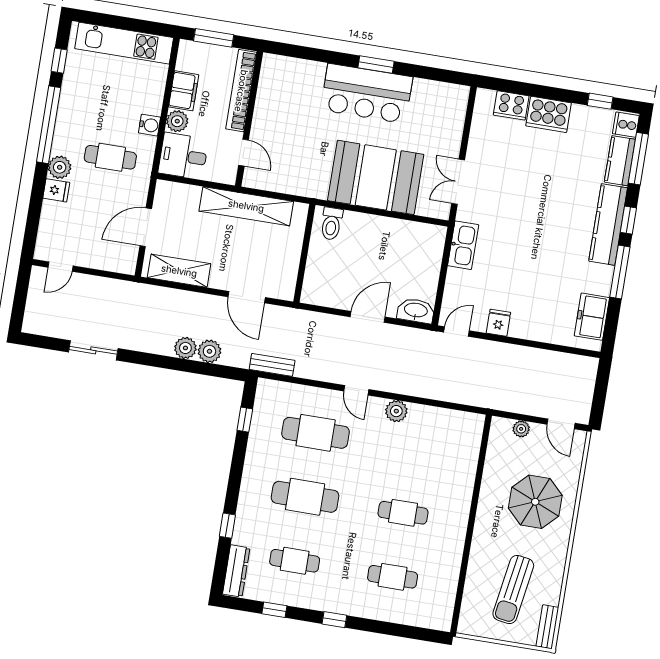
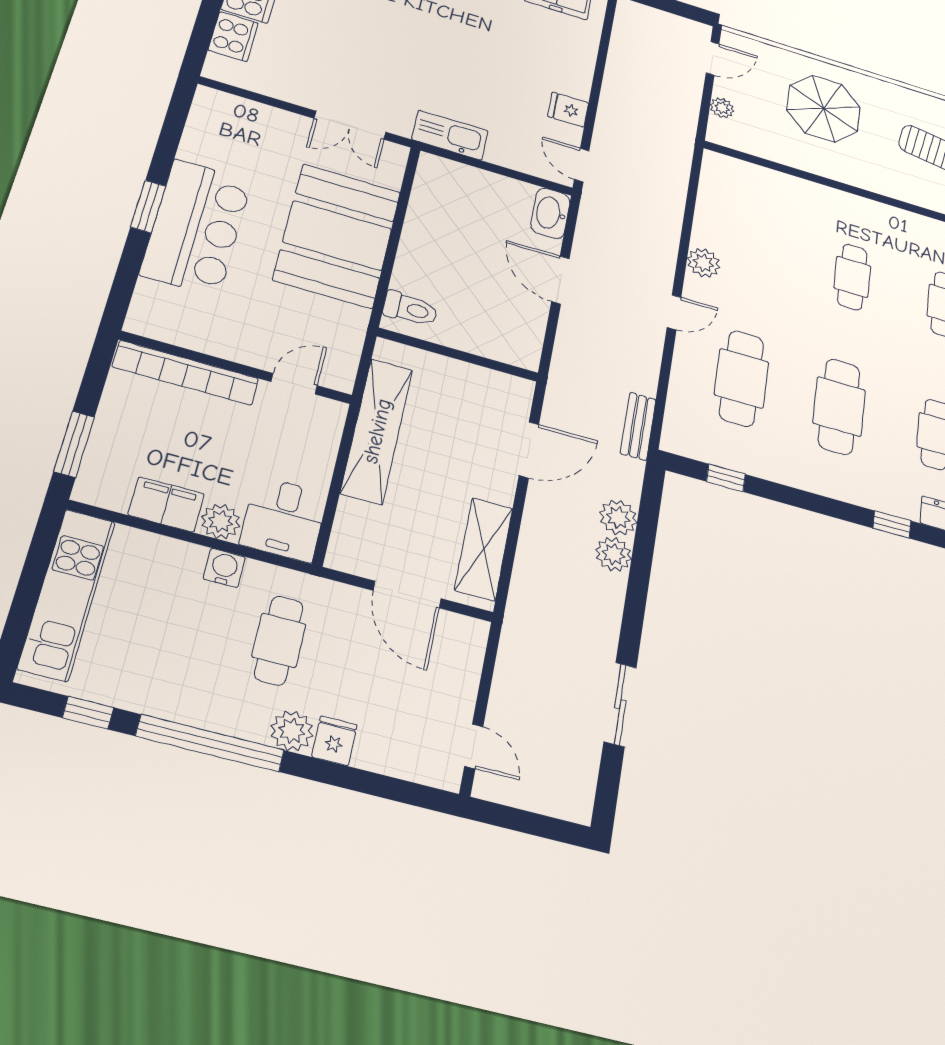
bookcase: (241, 91) -> (186, 373), moved
wall: (249, 119) -> (236, 368), moved
door: (244, 153) -> (294, 384), moved

